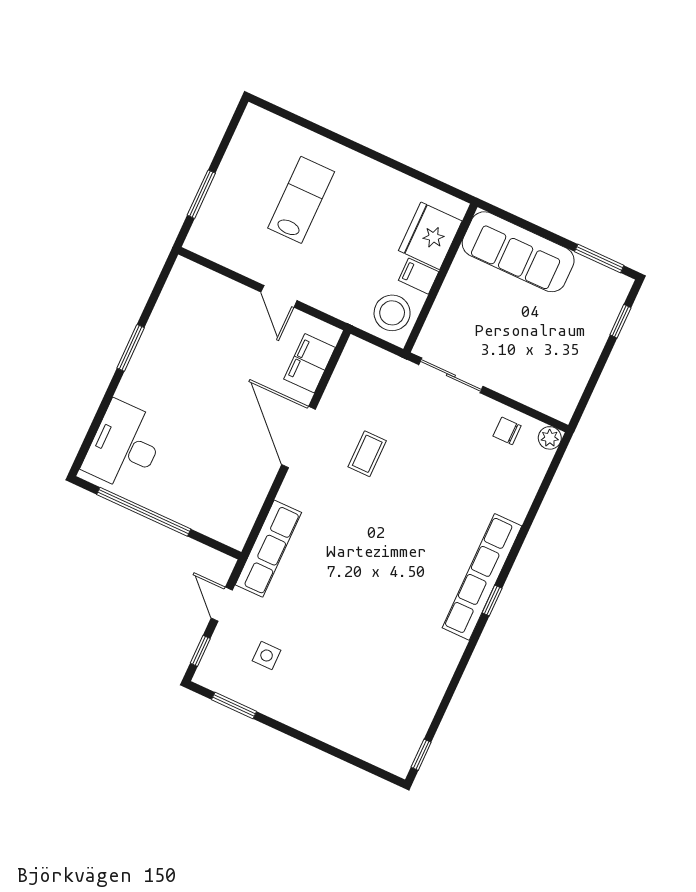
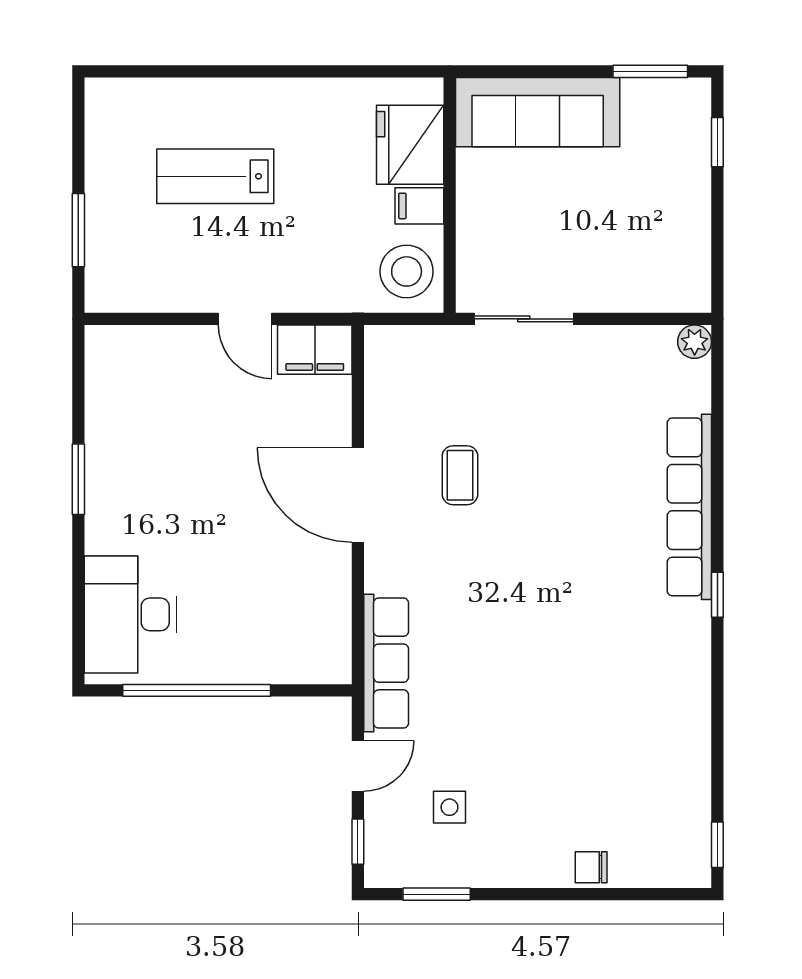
lab bench: (301, 200) -> (215, 176), turned -90
filing cabinet: (310, 363) -> (315, 350), moved, turned -90
chair: (507, 431) -> (591, 867), moved
row of seats: (482, 577) -> (689, 507), moved
door: (222, 604) -> (358, 766), swing flipped

